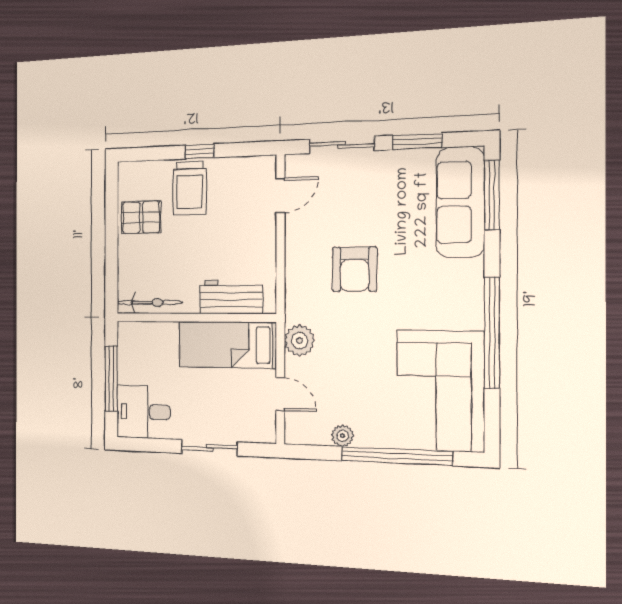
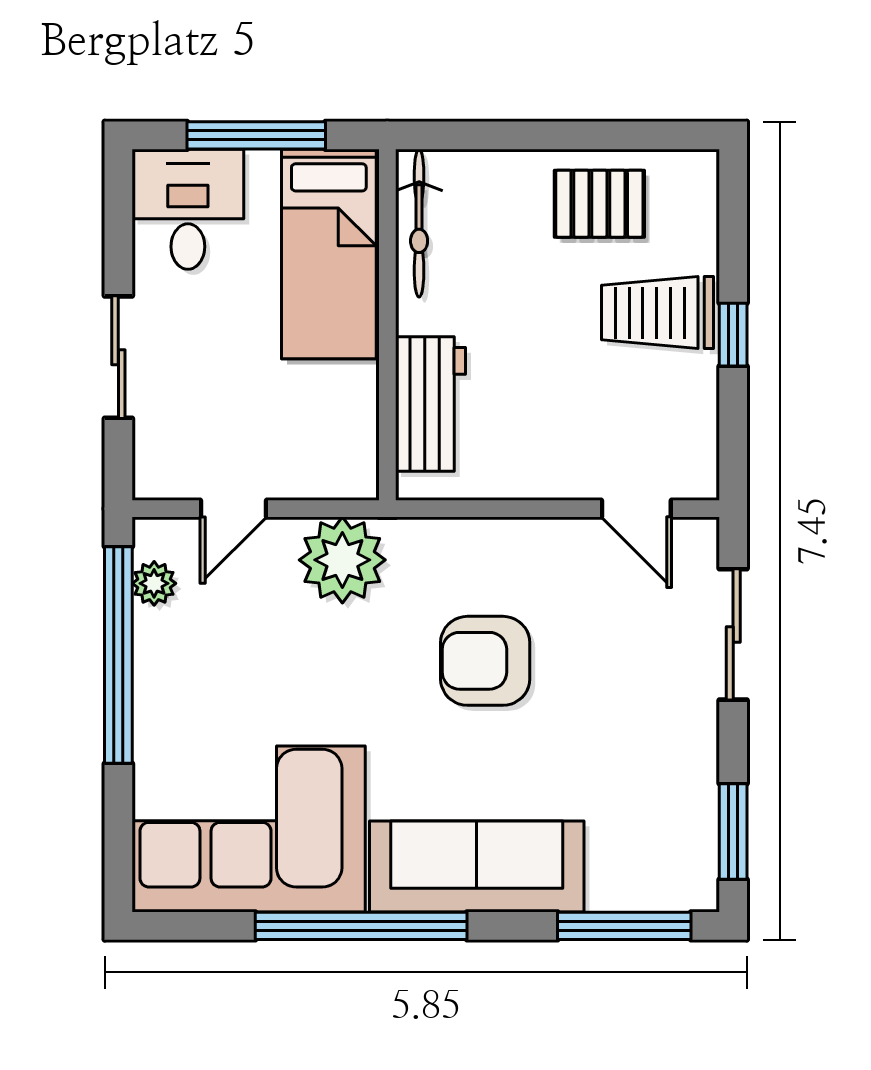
window: (417, 141) -> (733, 831), moved
sofa: (460, 202) -> (477, 867), moved
pallet: (141, 217) -> (599, 204), turned 90
plant: (299, 341) -> (342, 560), width x1.36, depth x1.36
bed: (227, 345) -> (329, 254), moved, turned 180
plant: (343, 436) -> (154, 583), moved
window: (397, 456) -> (118, 655), moved

